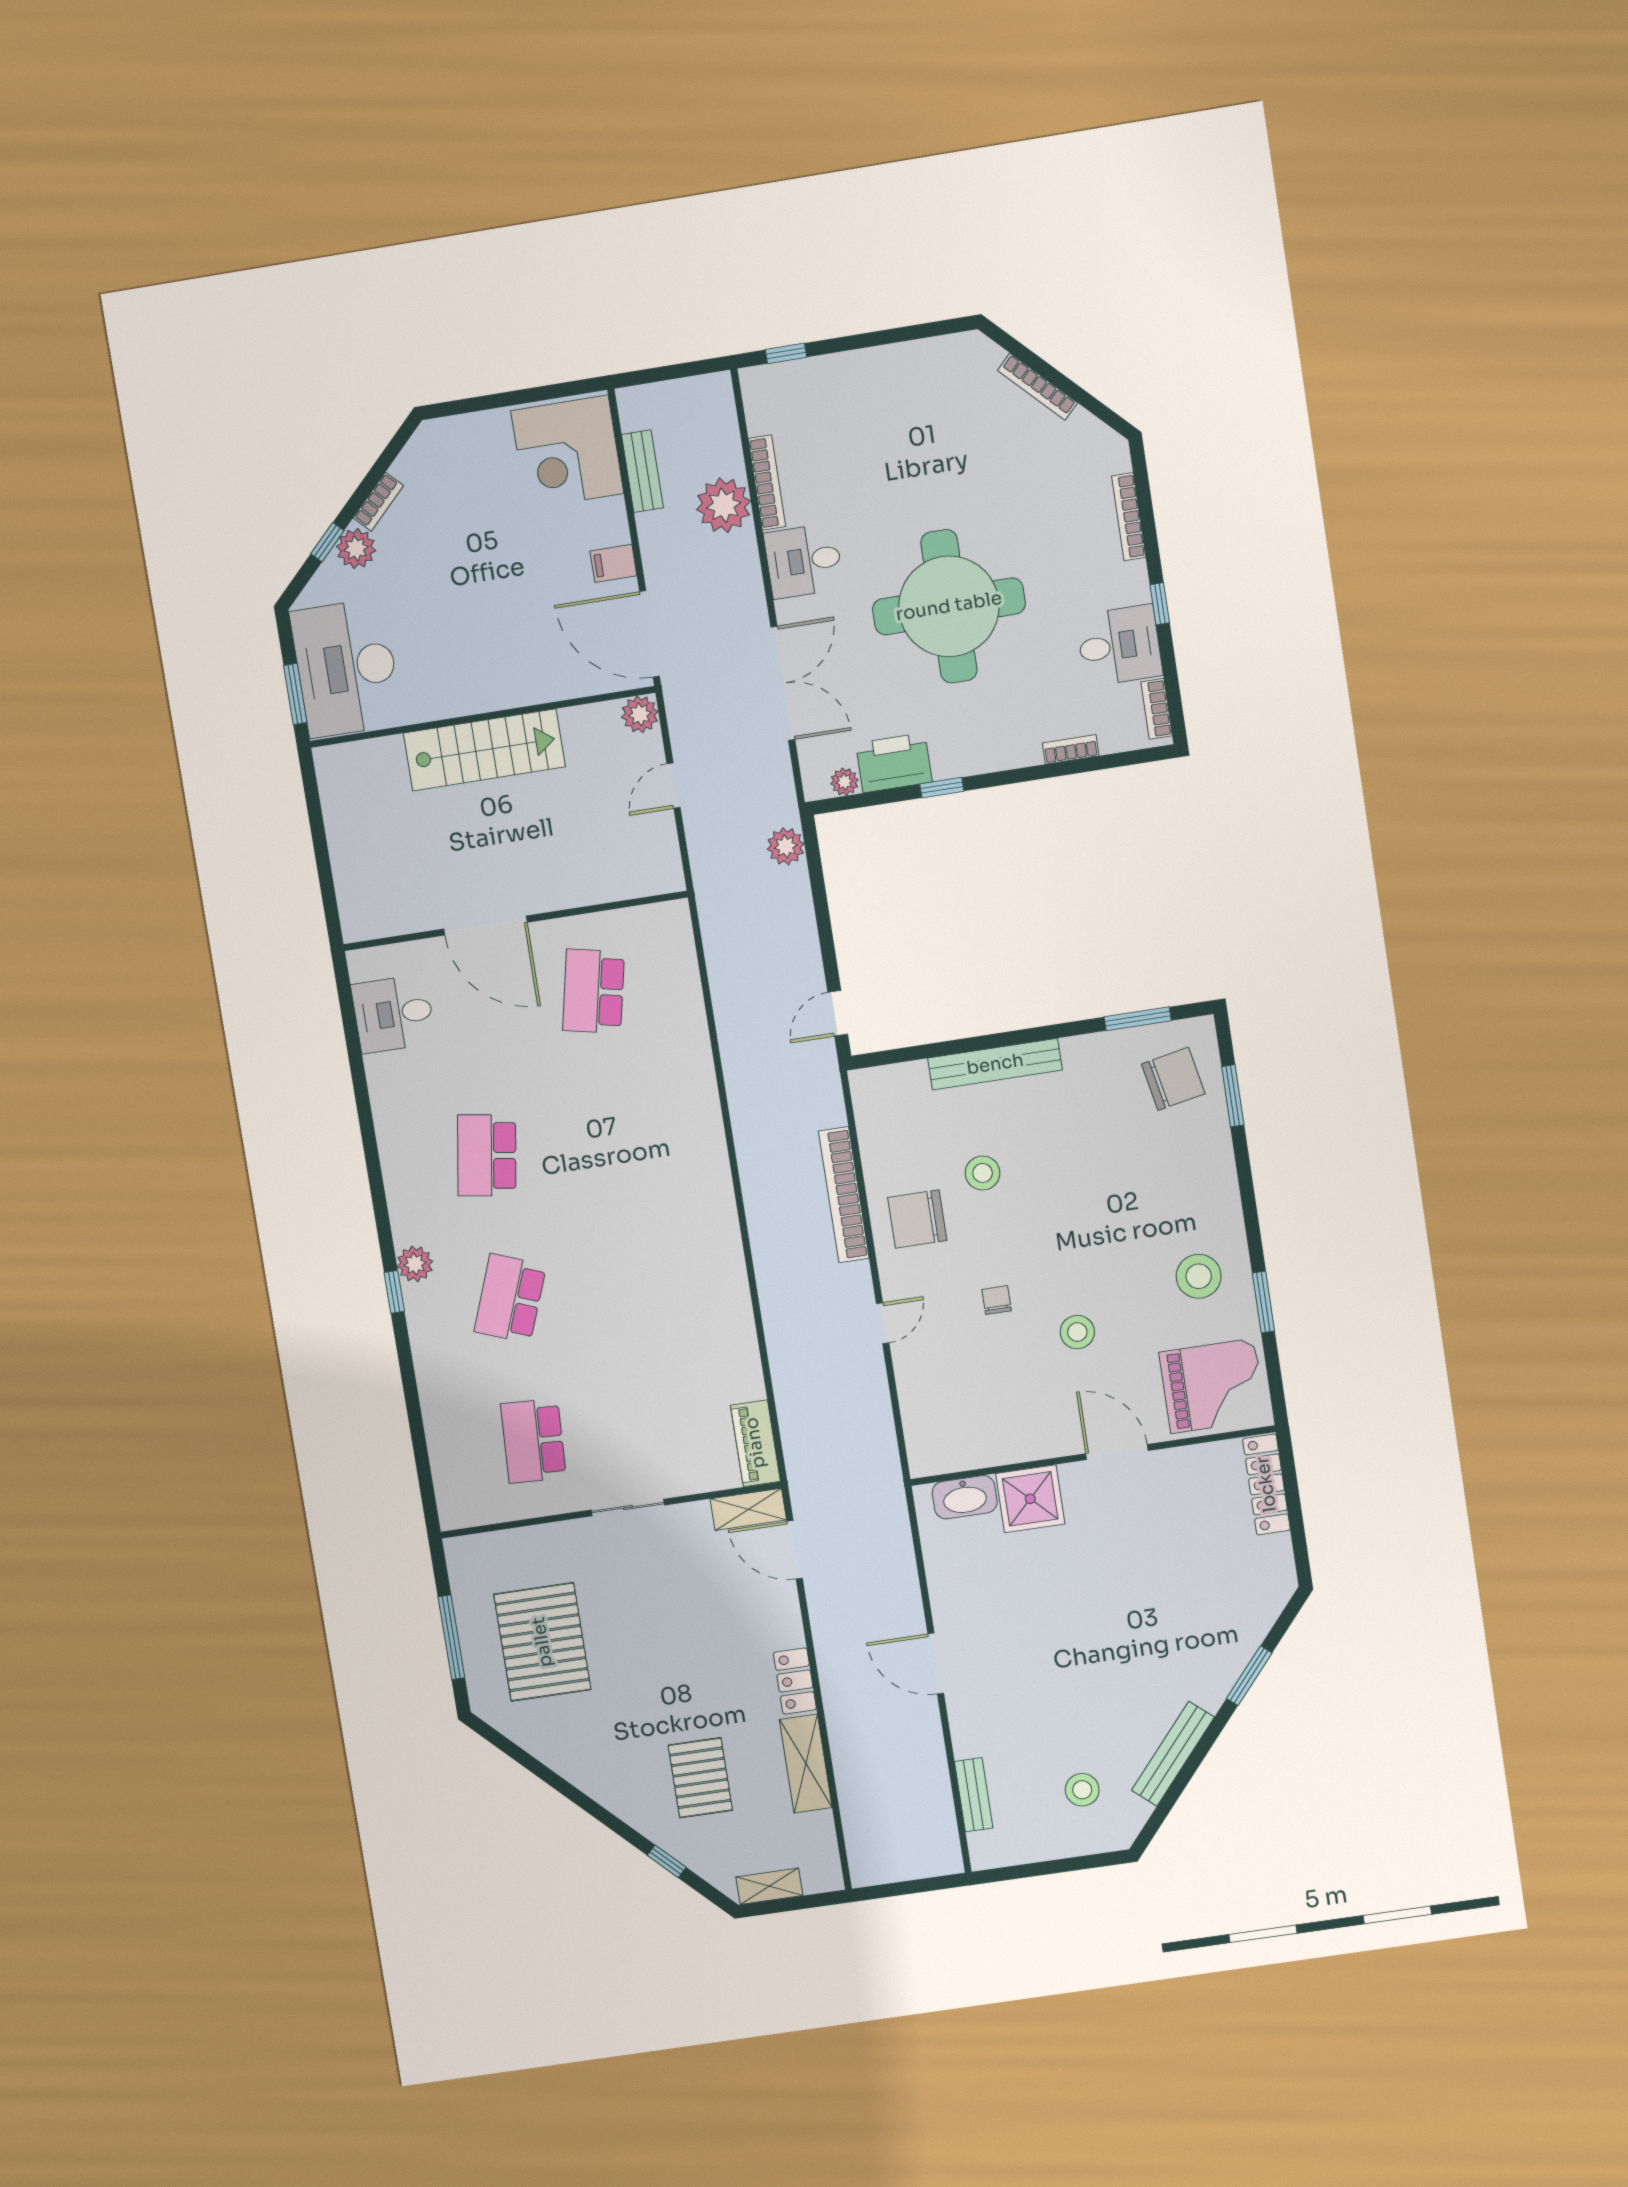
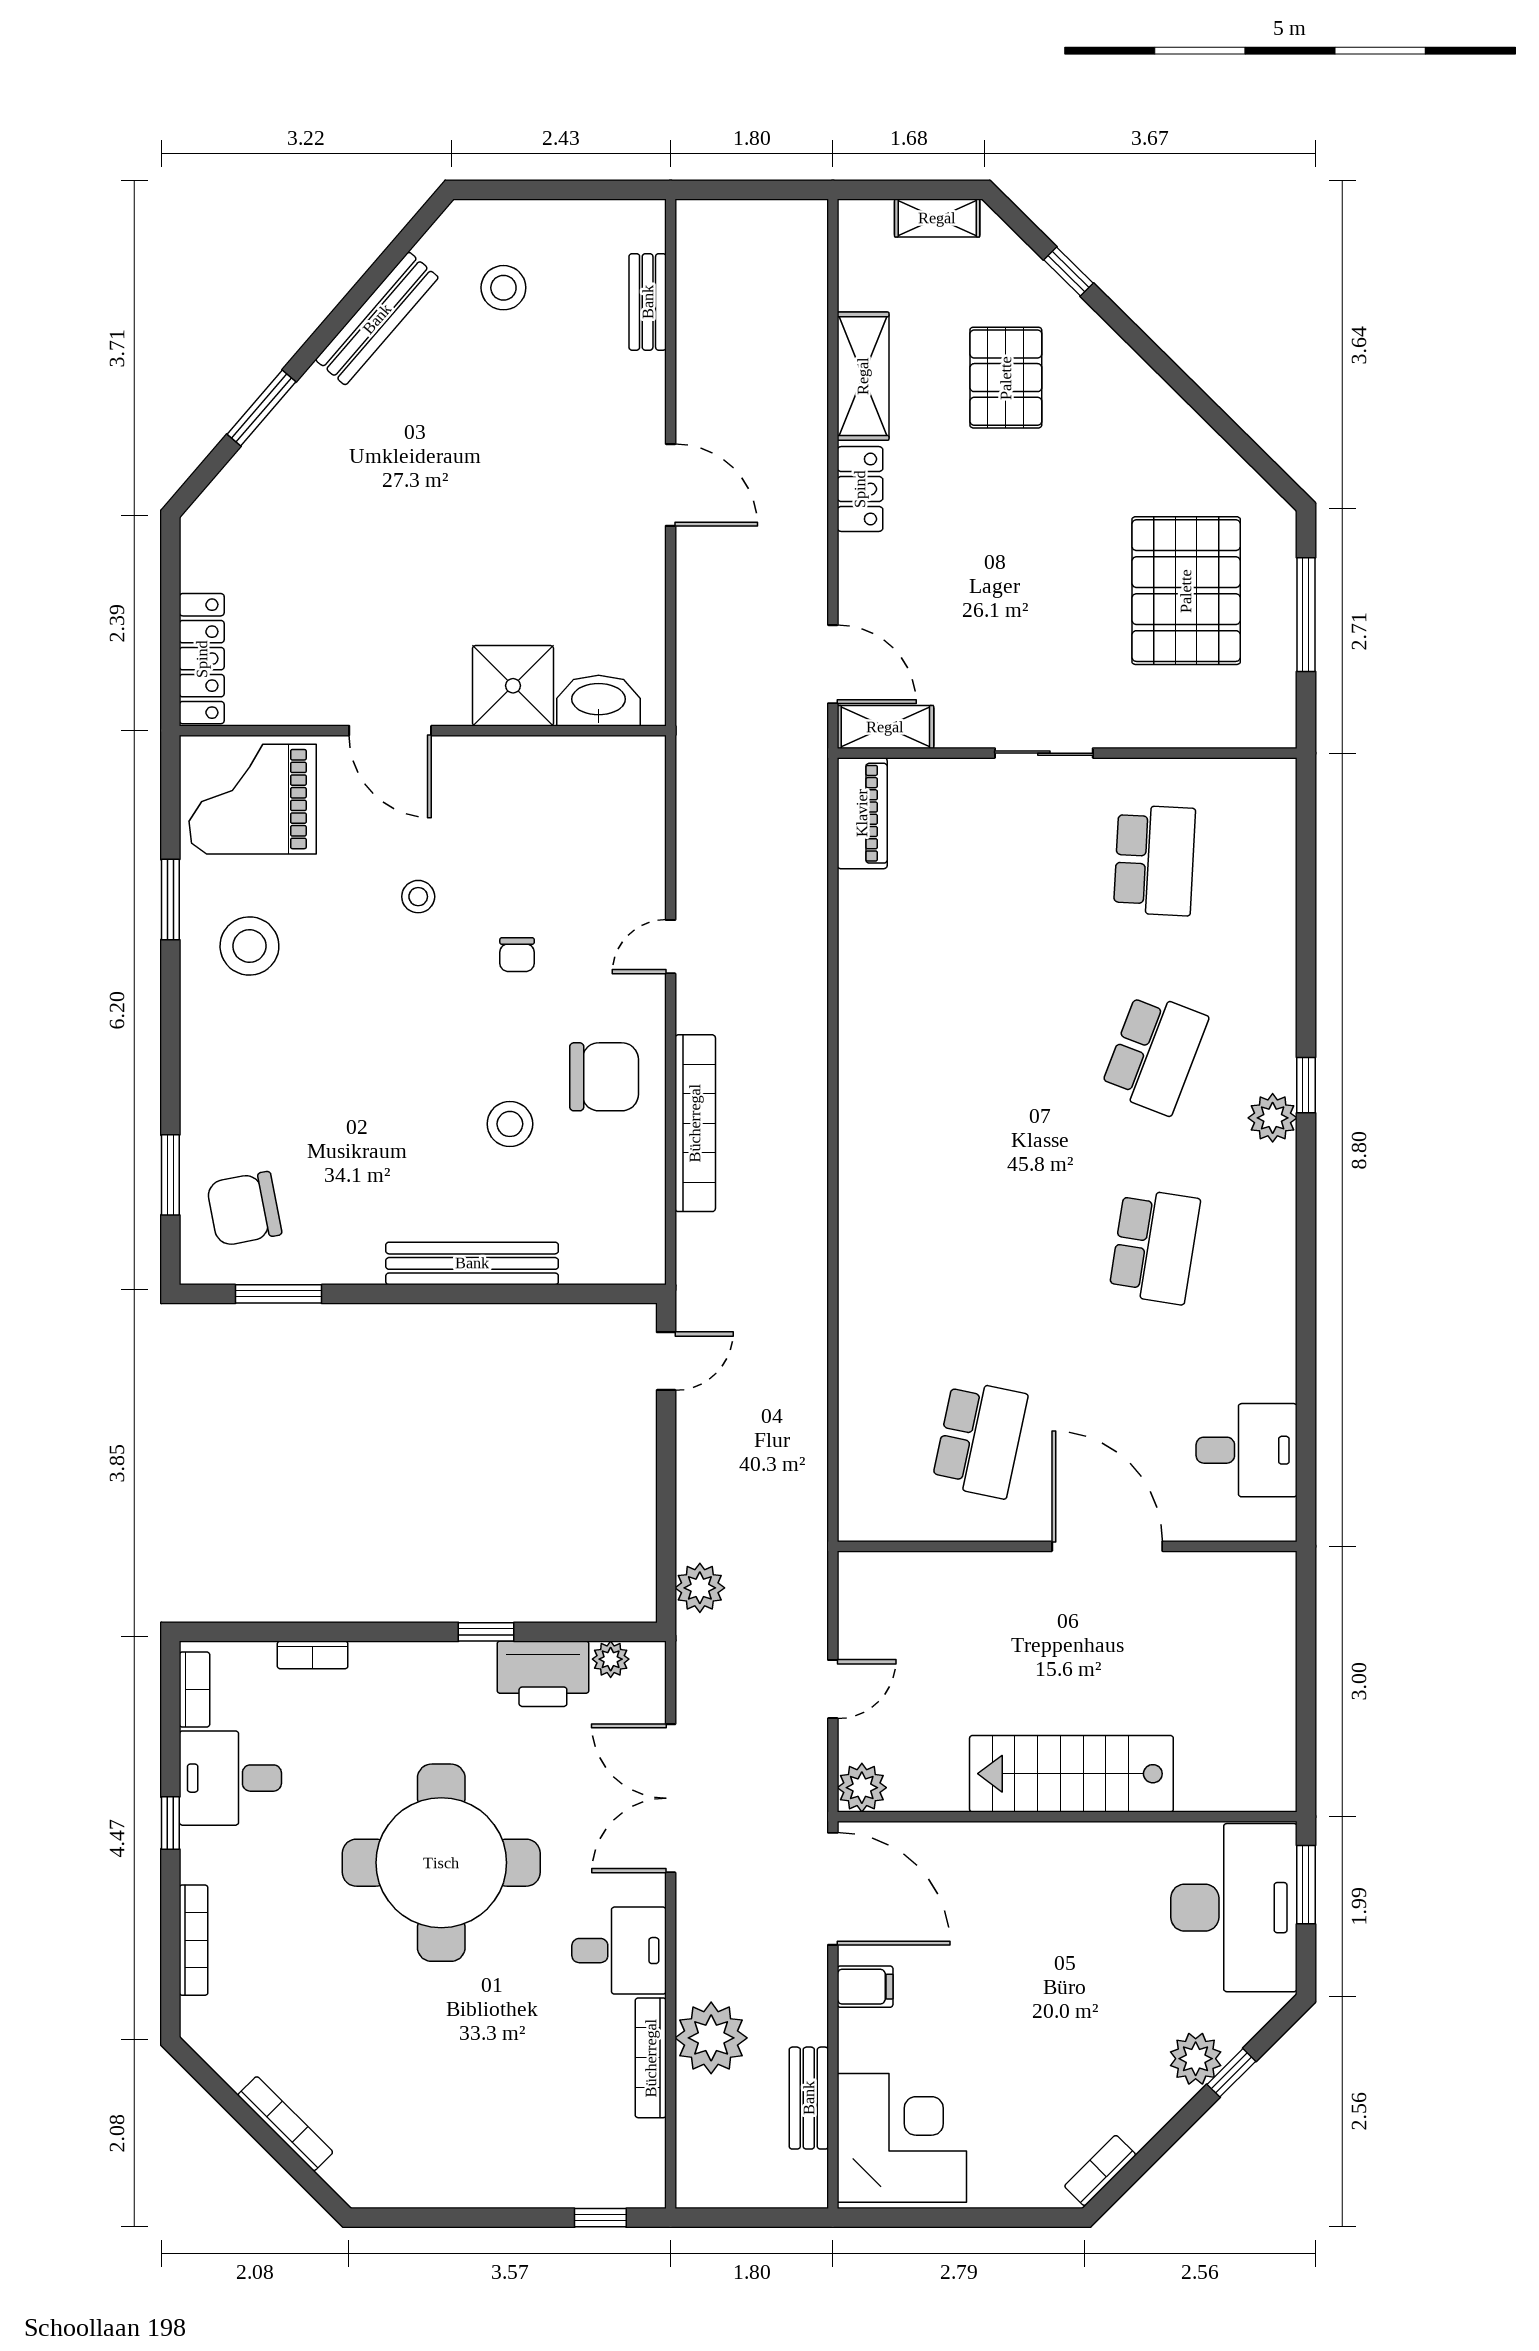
bookcase: (378, 502) -> (1100, 2171), moved
stool: (1077, 1332) -> (418, 897), width x0.73, depth x0.73

